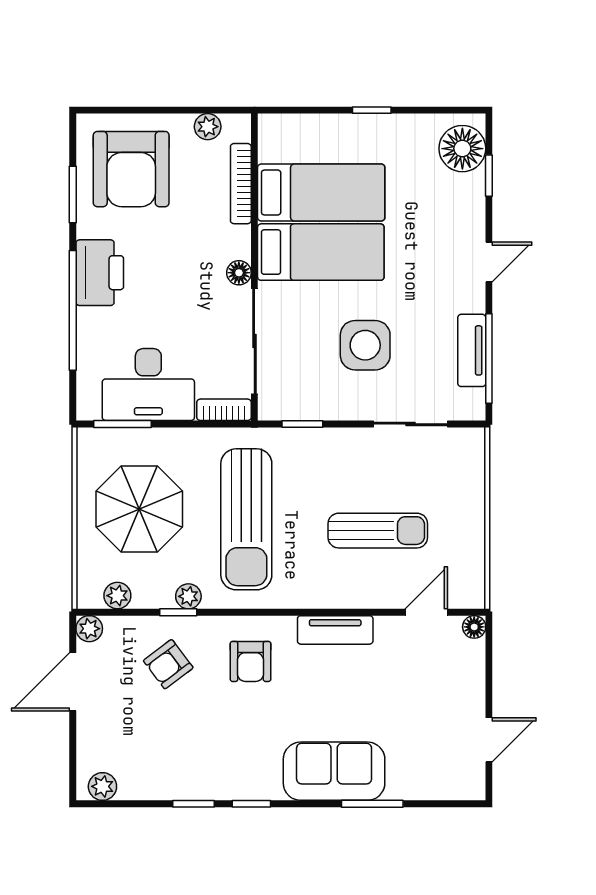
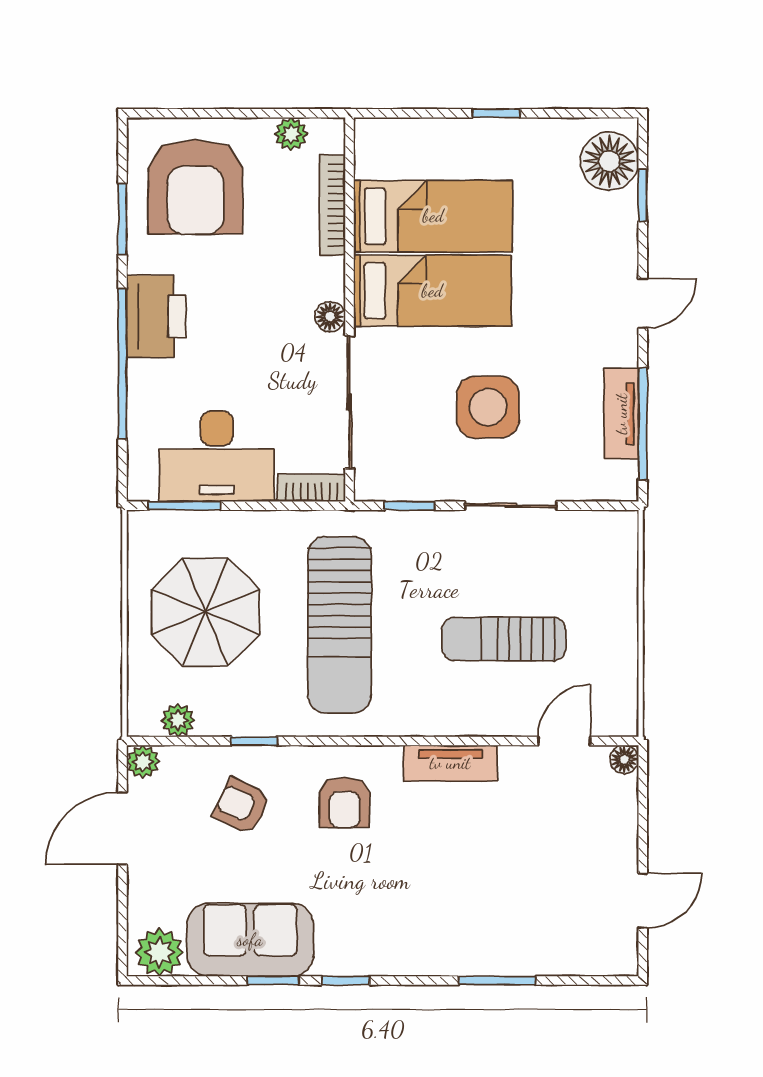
sliding door: (411, 424) -> (511, 506), moved
sun lounger: (378, 531) -> (504, 639), turned 180
plant: (188, 596) -> (267, 721), removed
armchair: (168, 664) -> (242, 806), turned 63
sofa: (334, 771) -> (250, 940), moved
plant: (102, 786) -> (160, 952), width x1.38, depth x1.38

